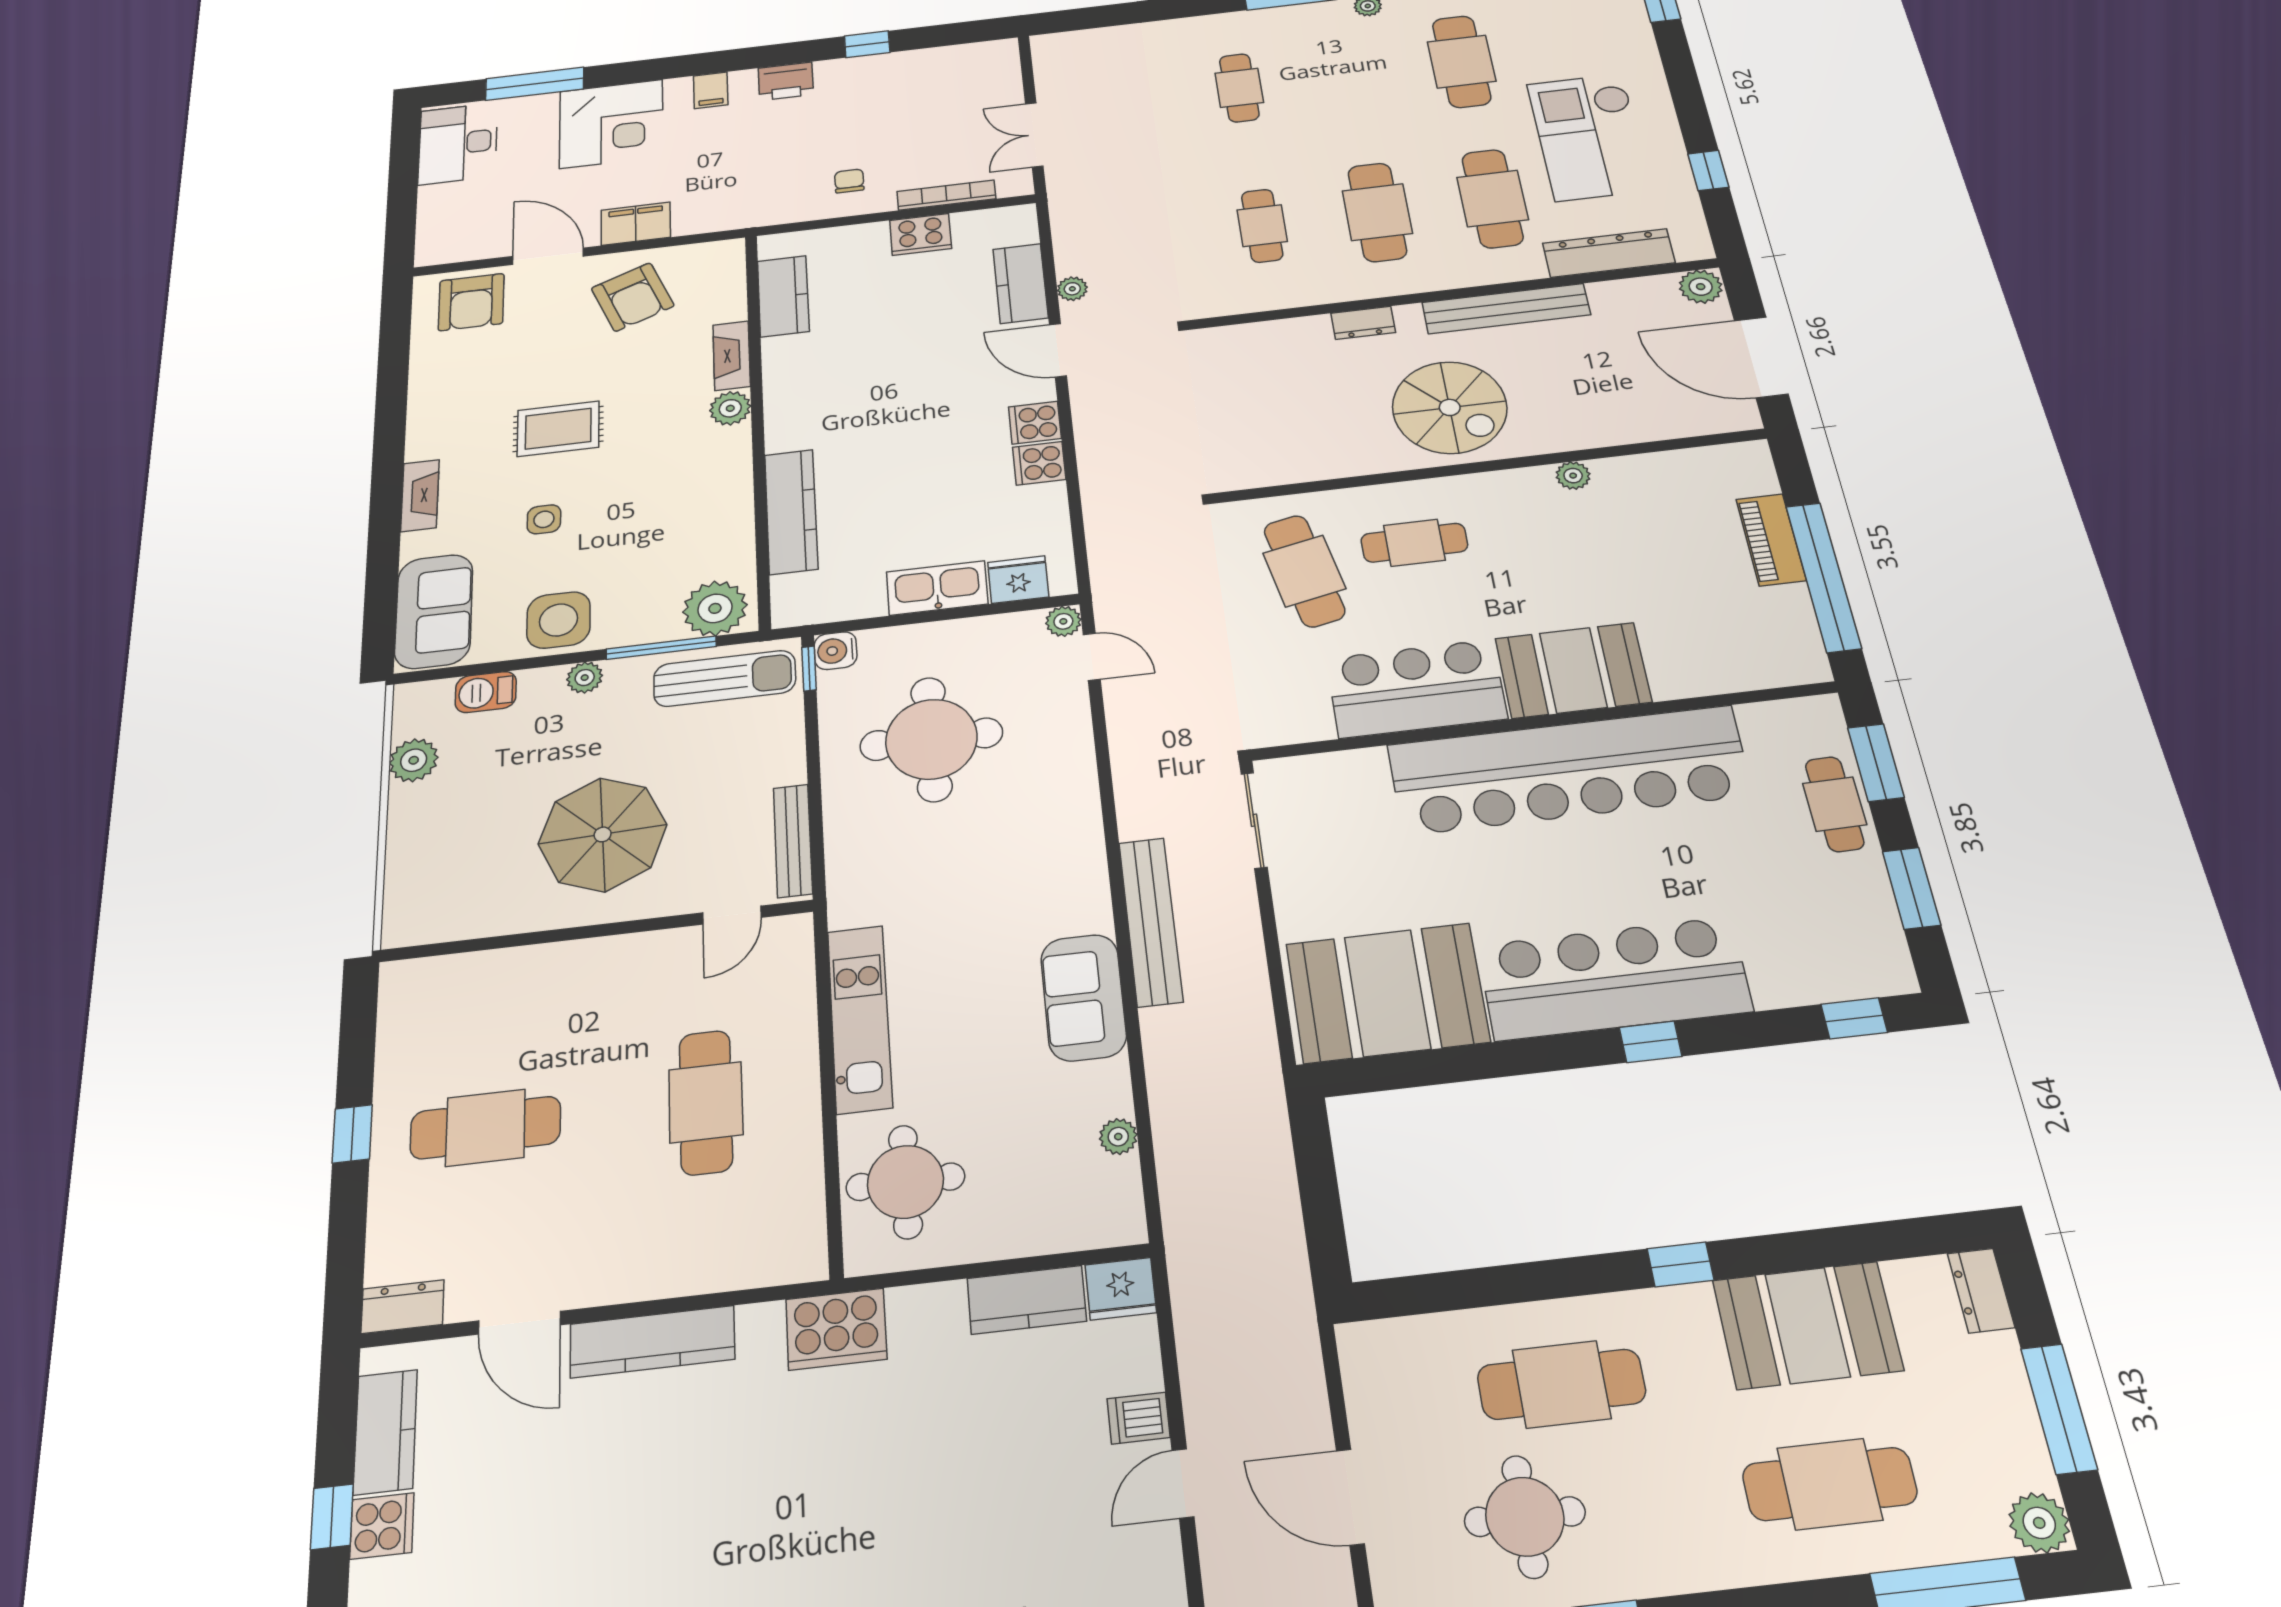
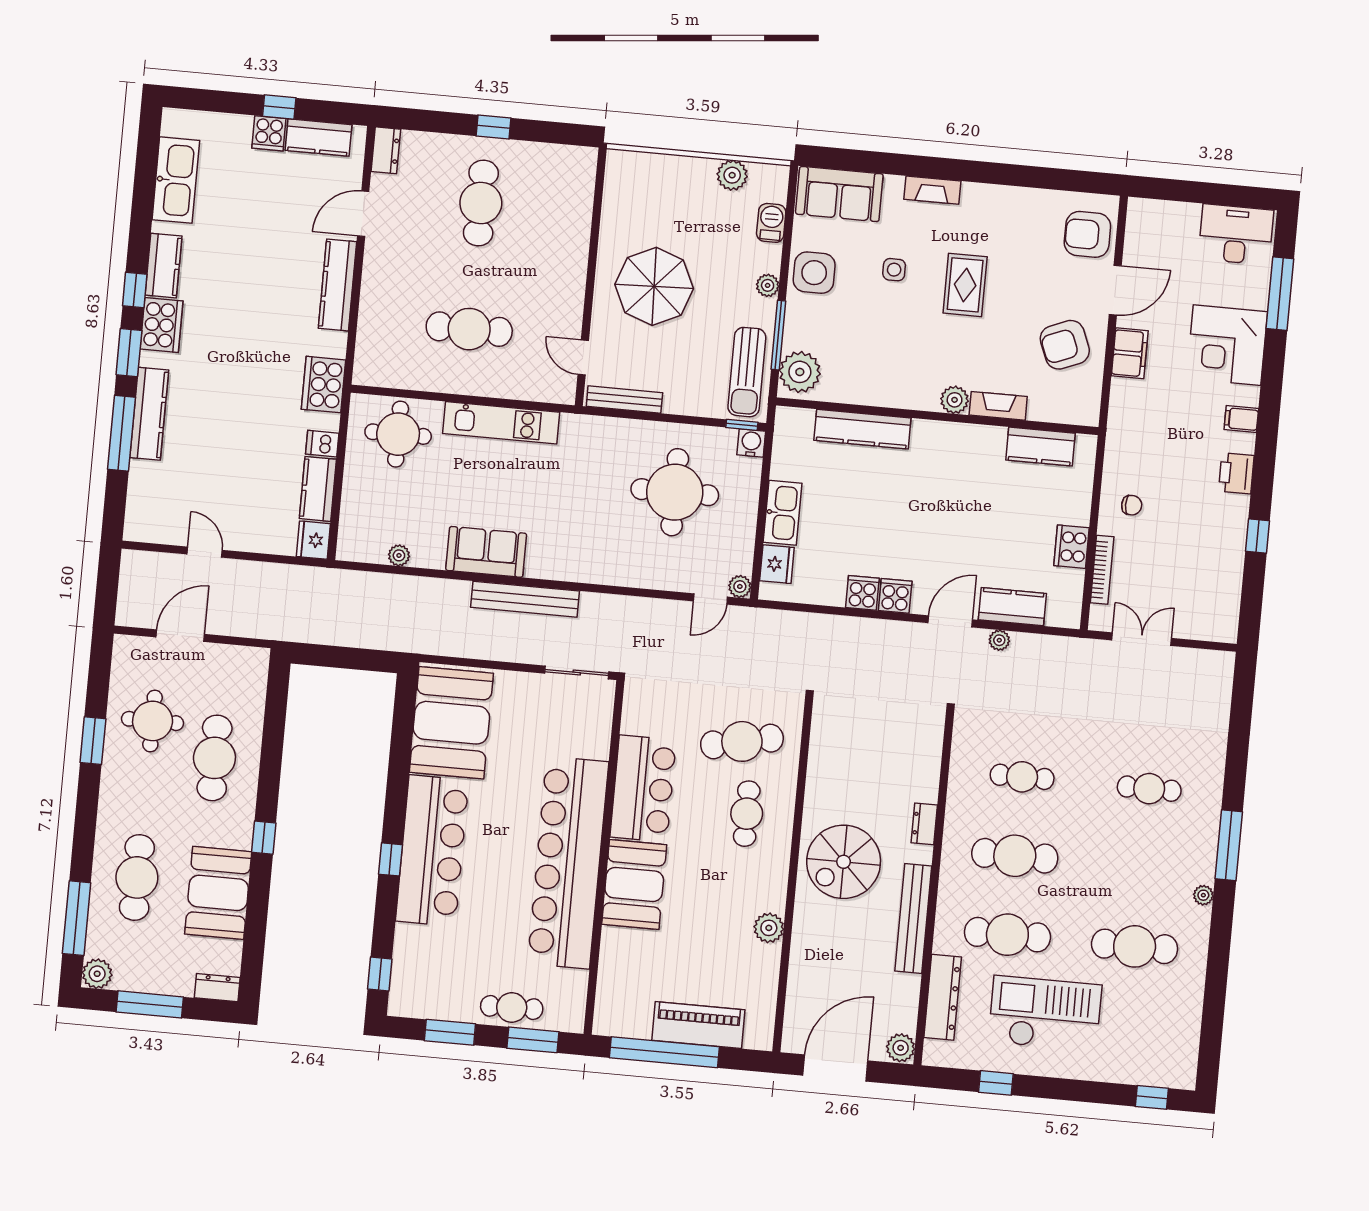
plant: (1573, 476) -> (769, 928), width x1.38, depth x1.38
piano: (1771, 540) -> (698, 1025), width x1.37, depth x1.33
dishwasher: (1139, 1418) -> (322, 444), moved, turned -90

